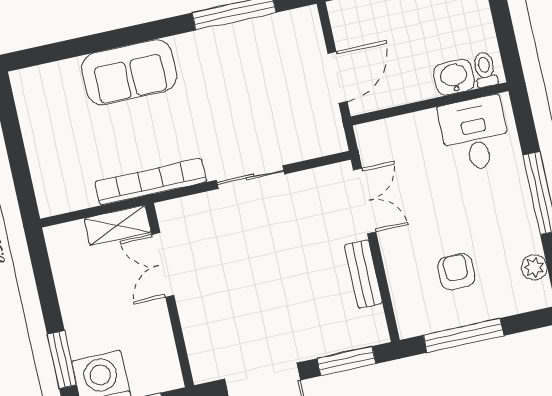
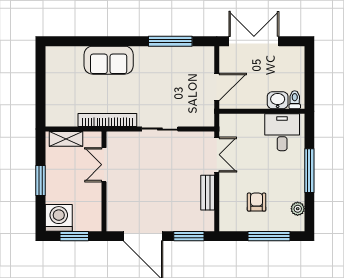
shelving: (118, 225) -> (66, 139), moved
window: (463, 335) -> (269, 236), moved
window: (62, 360) -> (40, 180), moved

